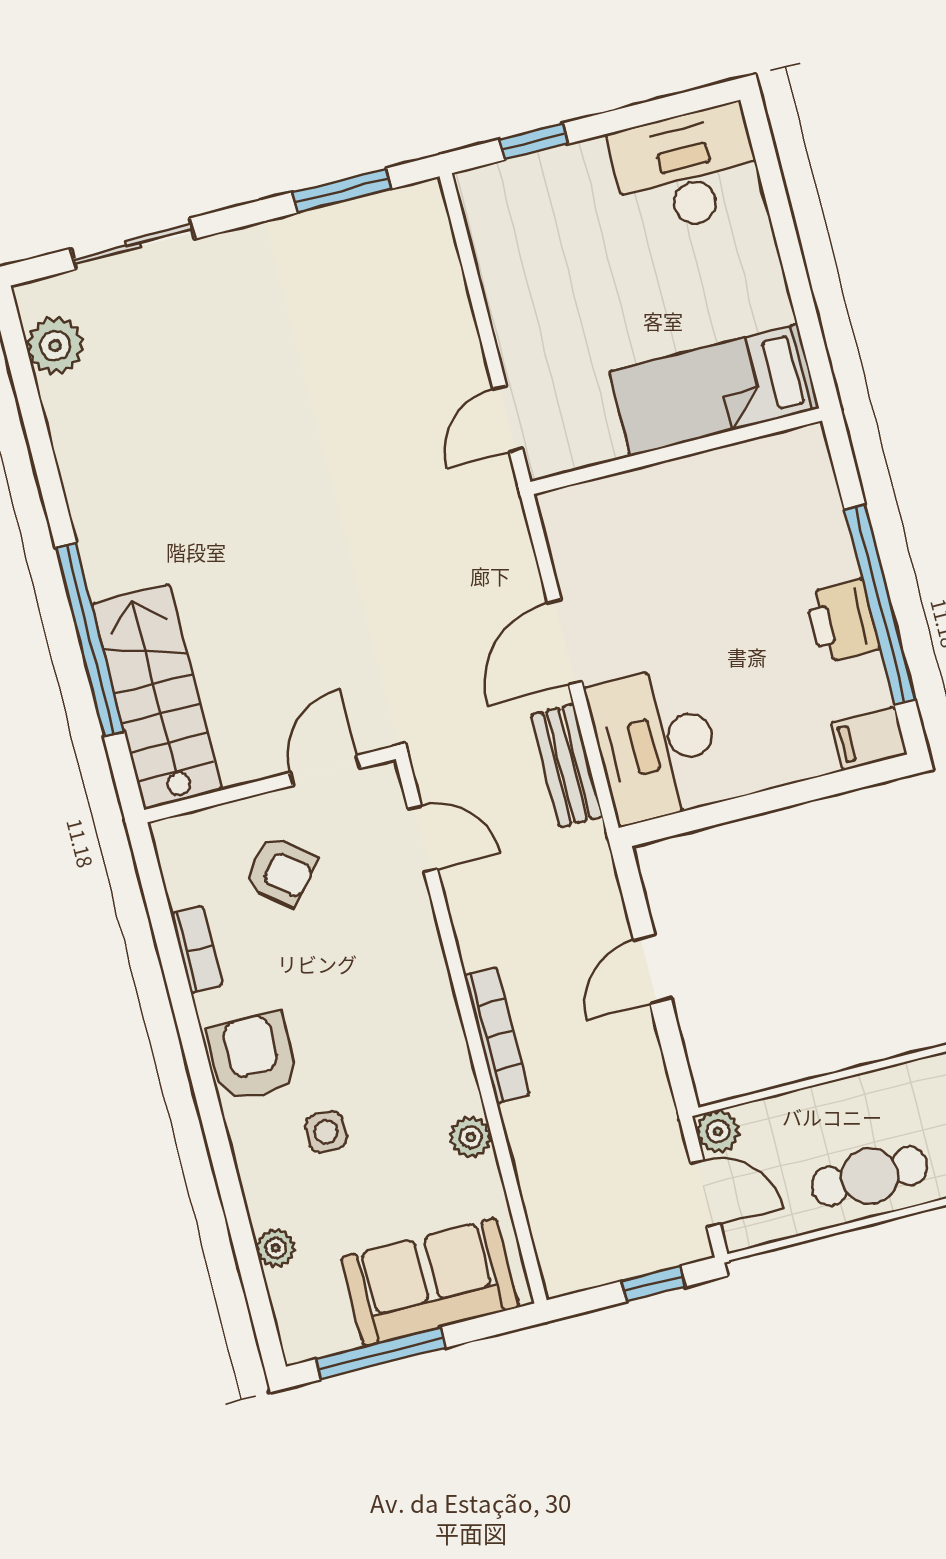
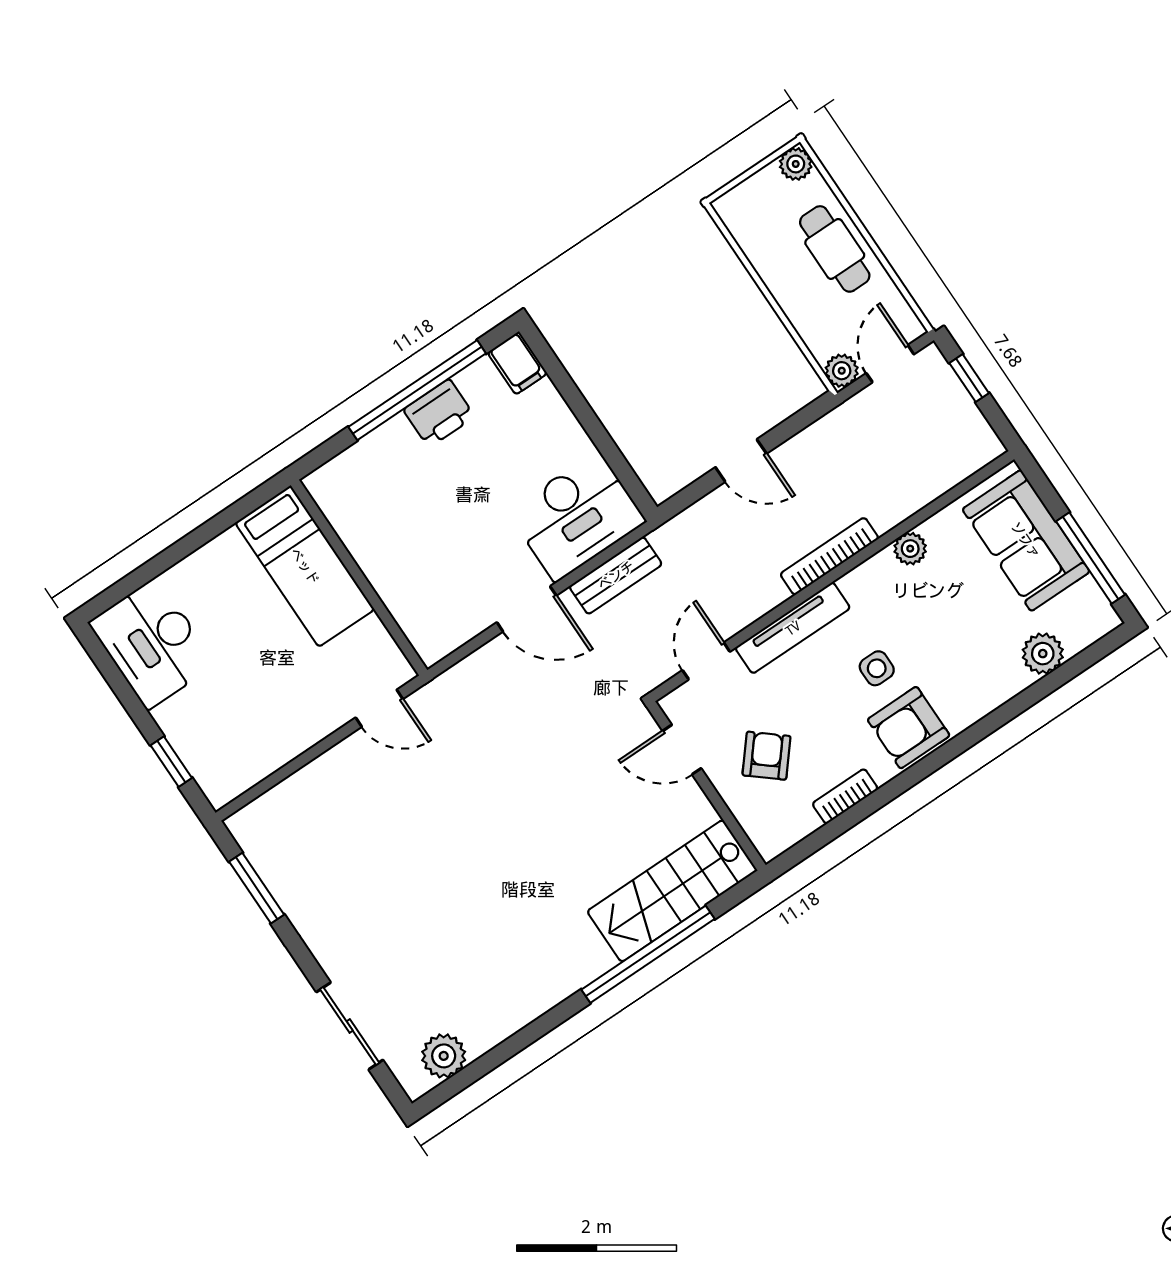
tv unit: (425, 959) -> (793, 628), added
side table: (326, 1132) -> (877, 668), moved
plant: (276, 1248) -> (1043, 654), width x1.38, depth x1.38

